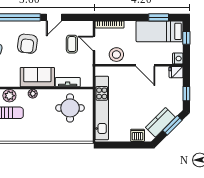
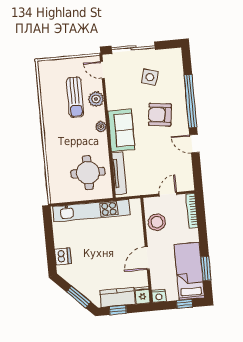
coffee table: (72, 44) -> (164, 168), removed
tv unit: (68, 82) -> (119, 173), width x1.41
kitchen counter: (160, 122) -> (117, 297), moved, turned -45

